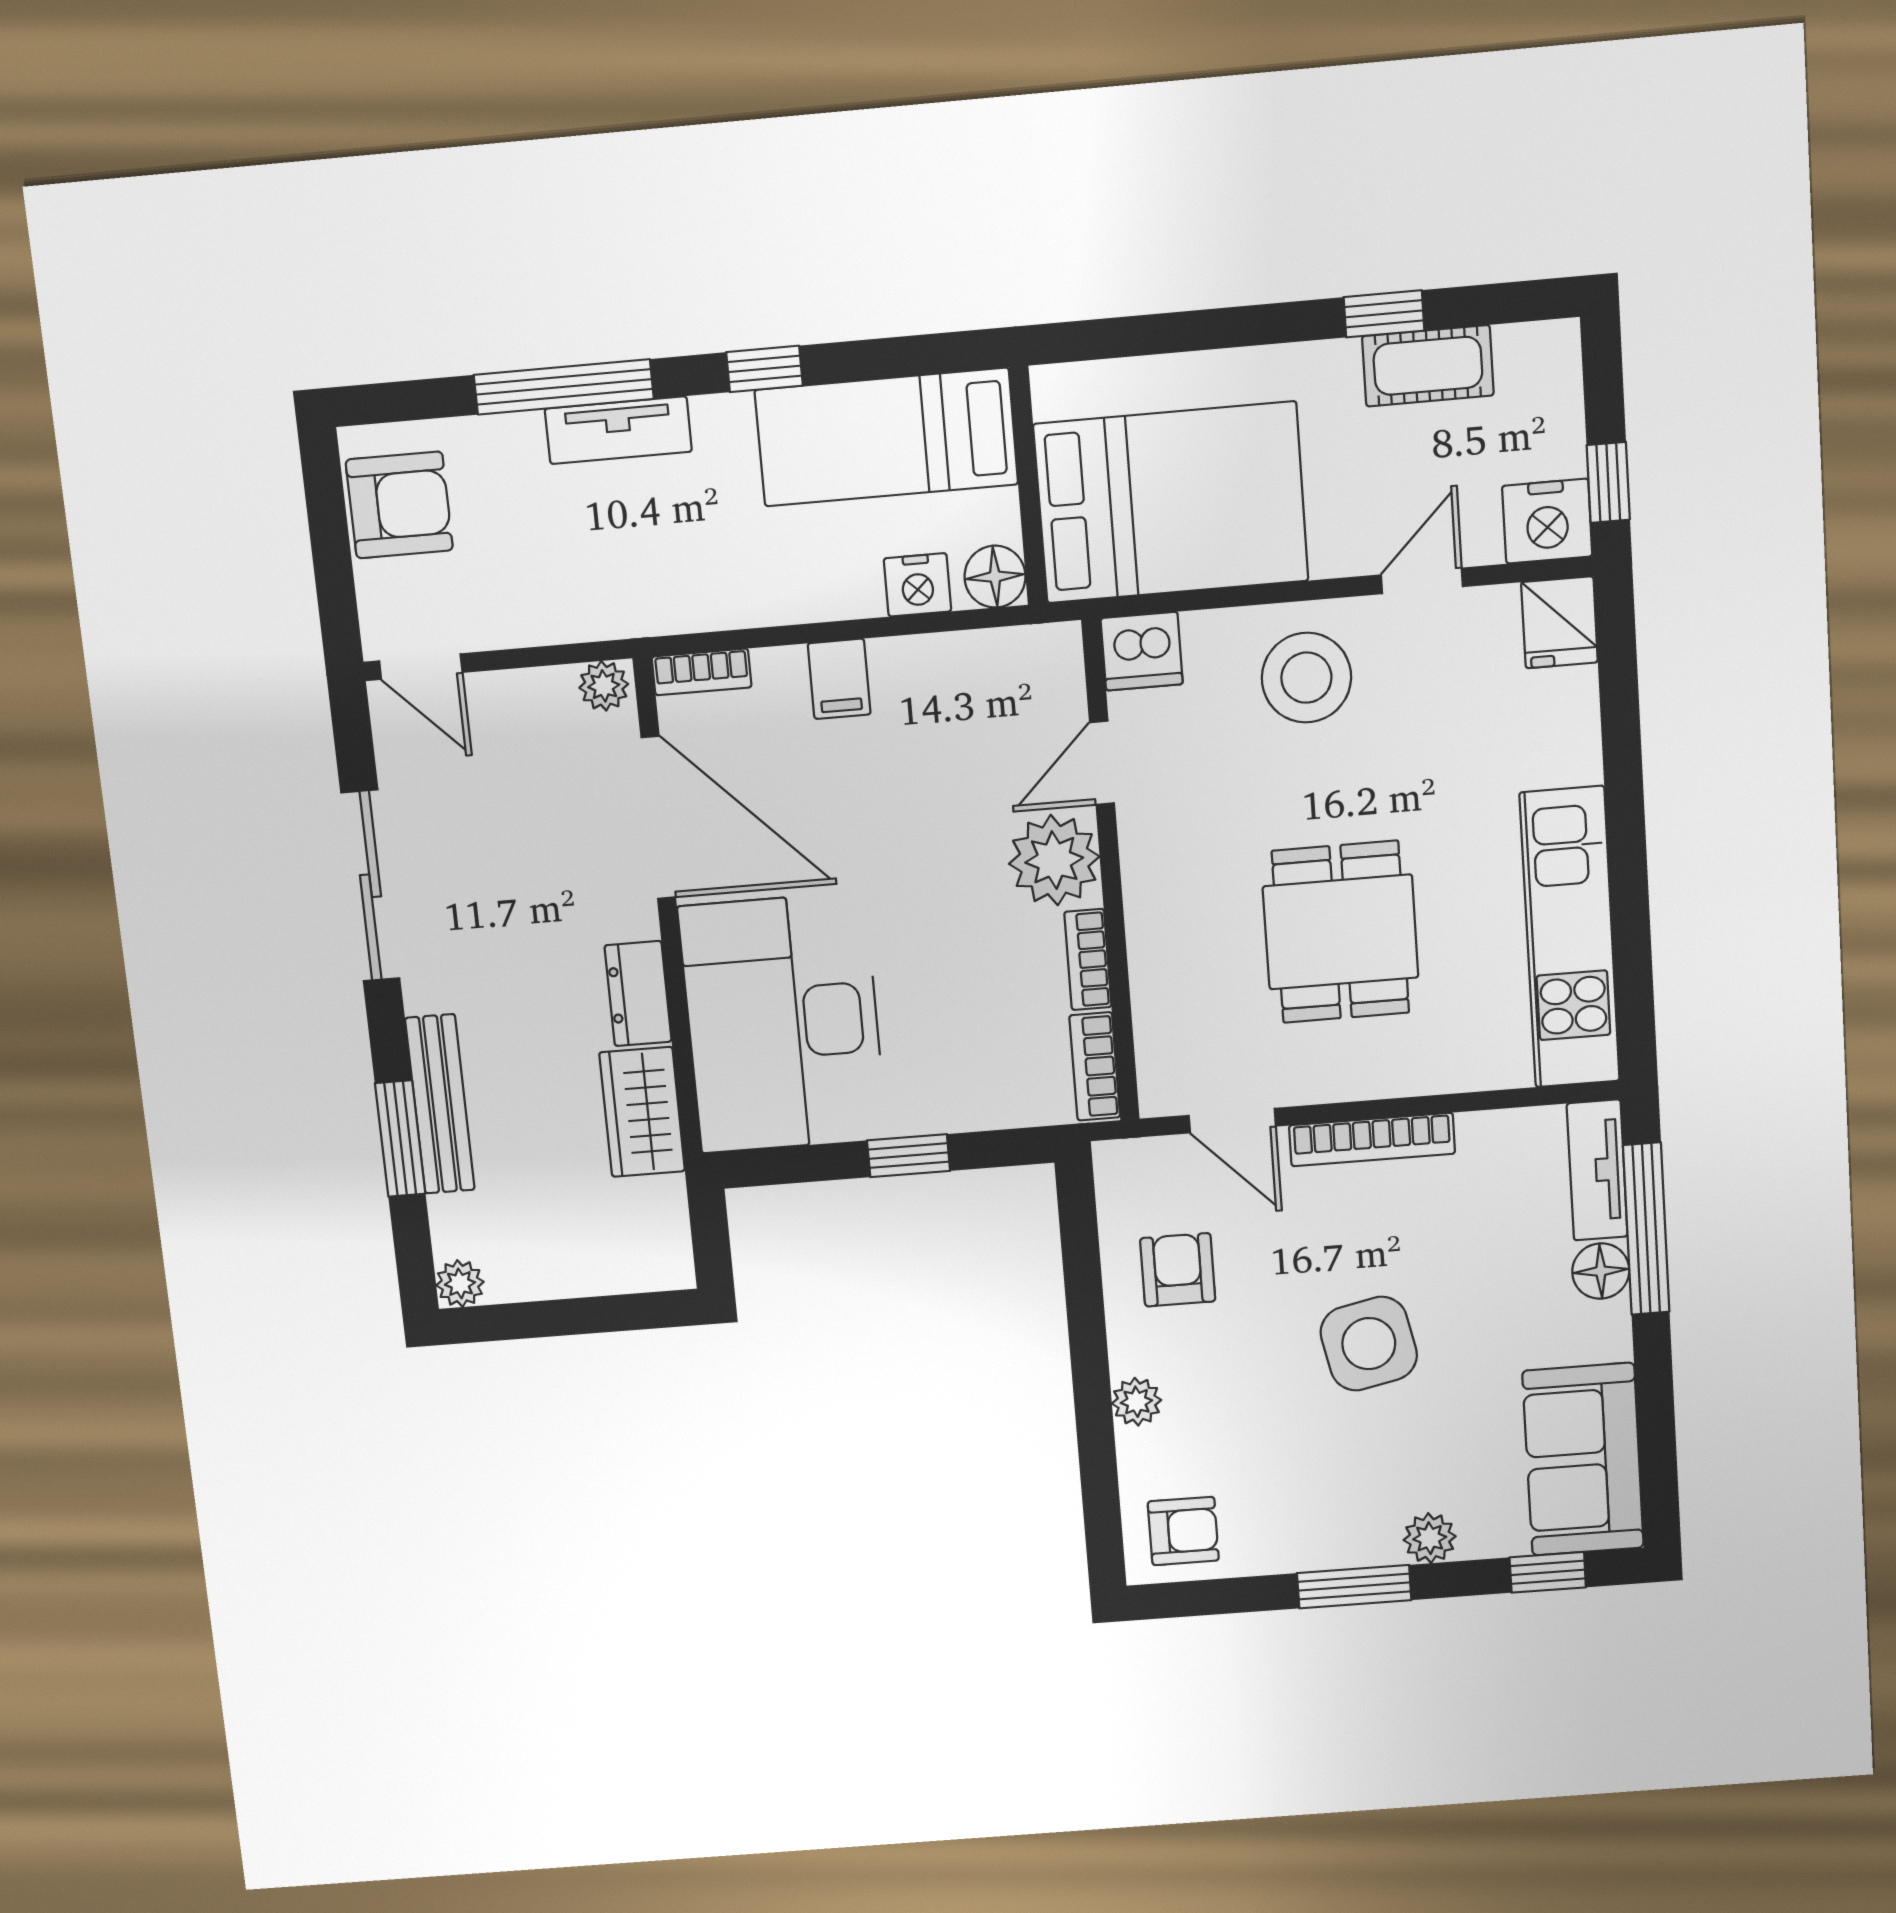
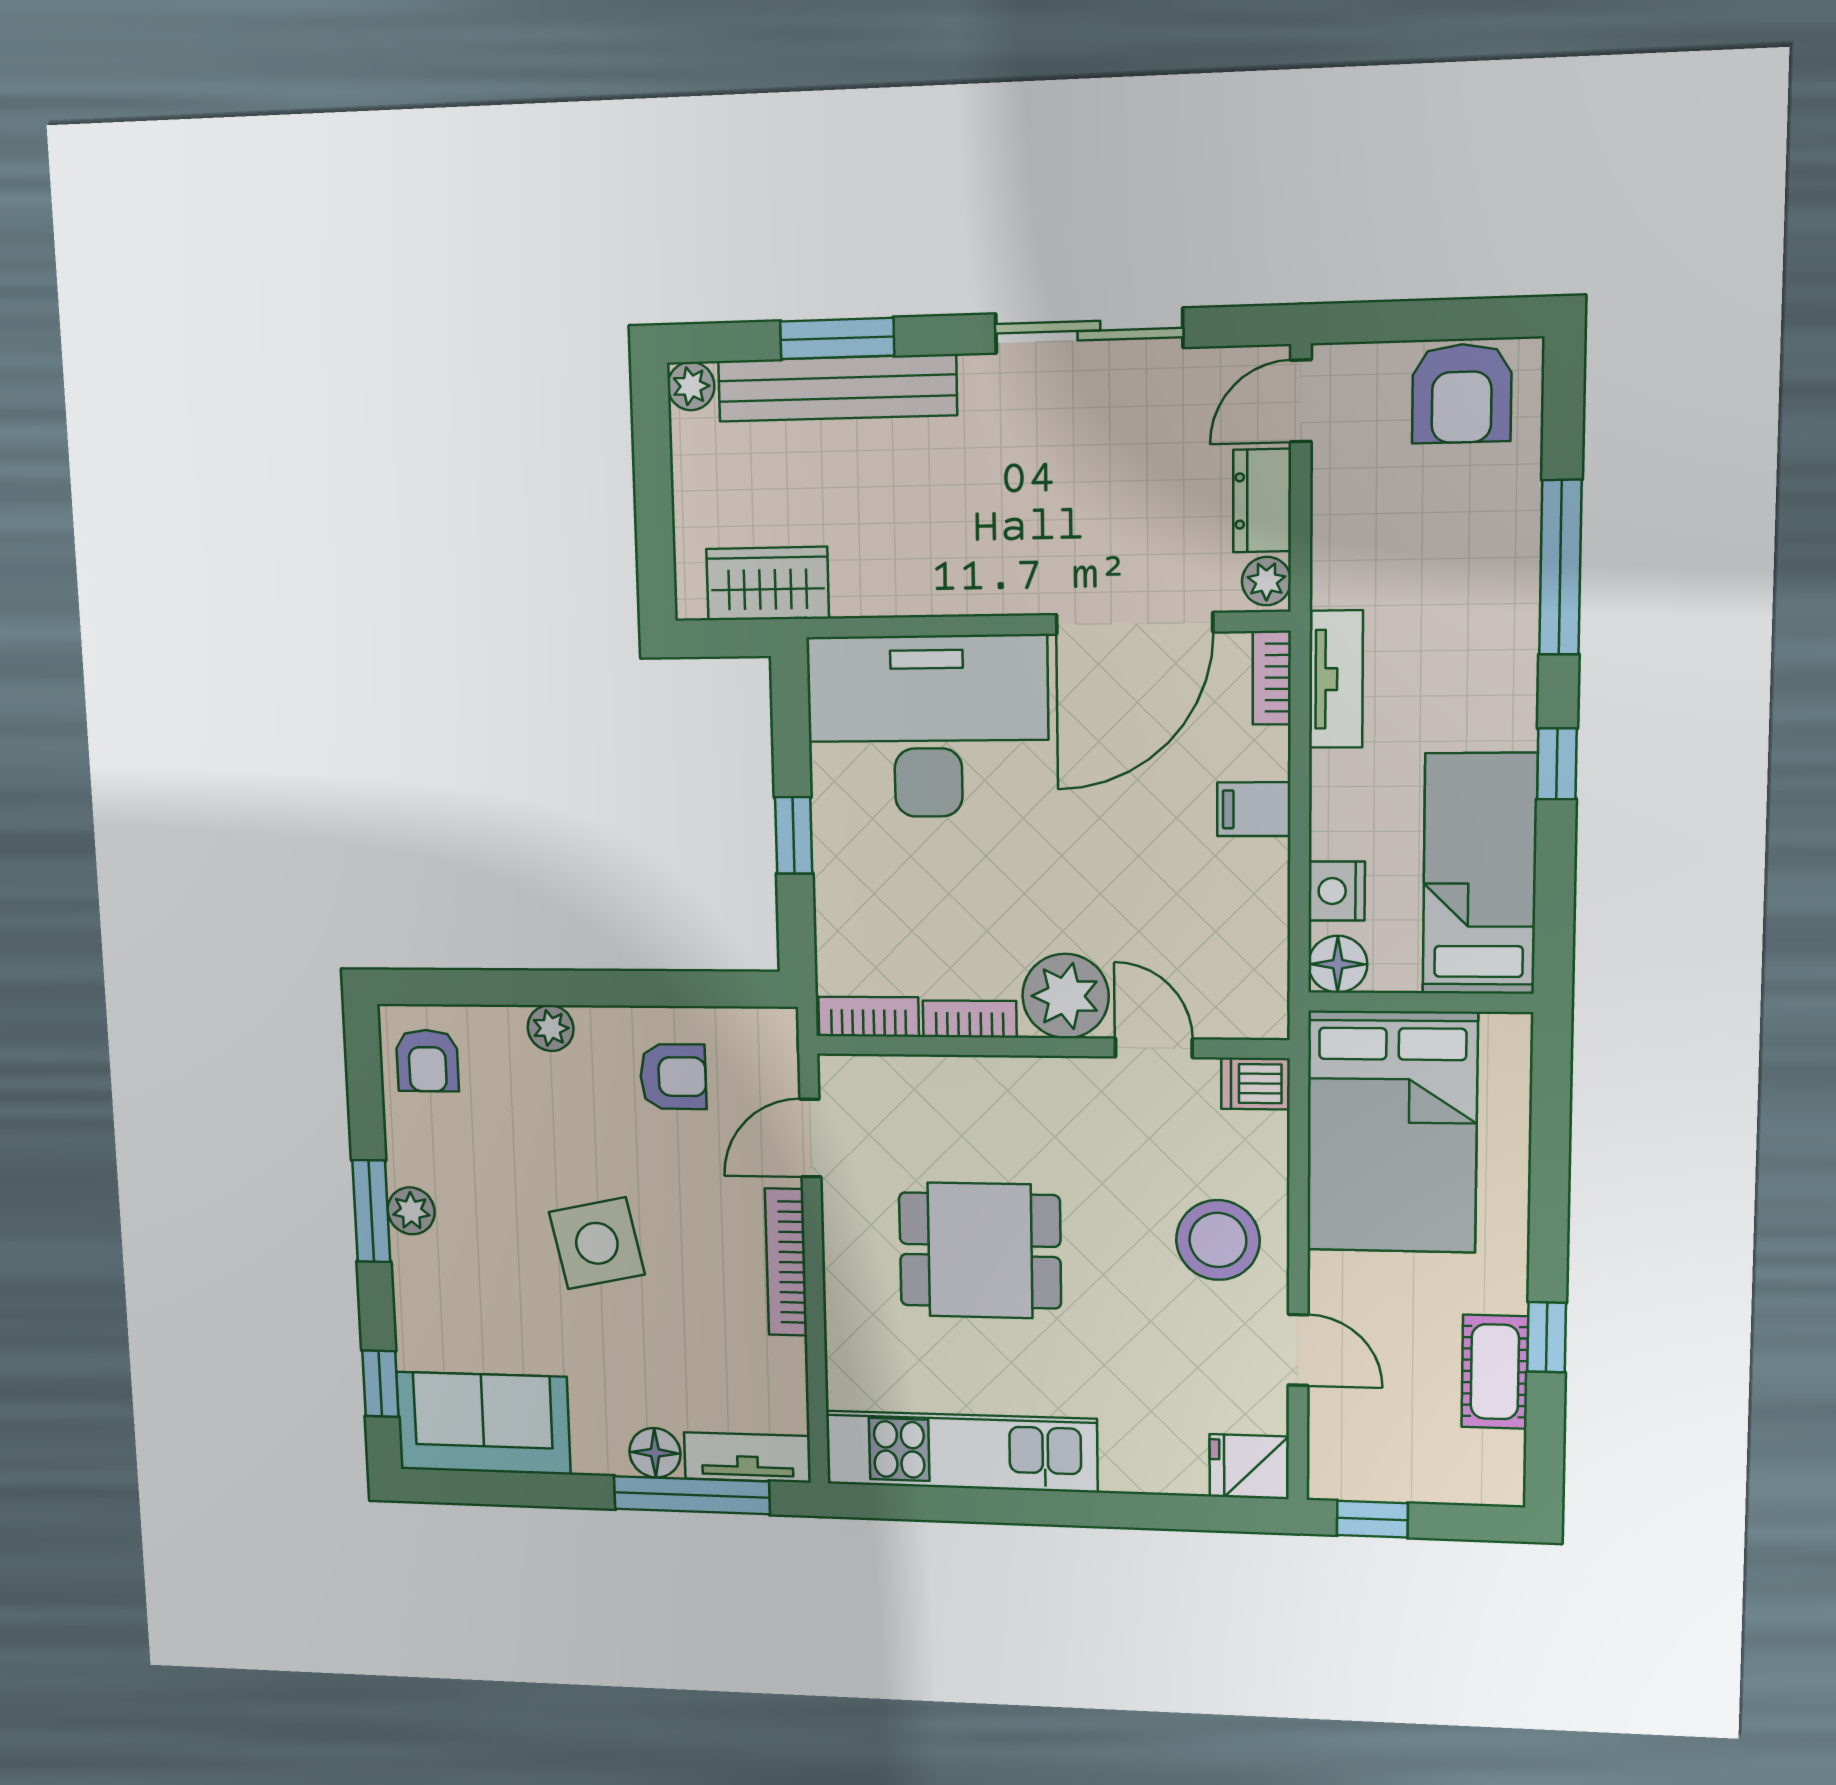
tv unit: (618, 430) -> (1336, 679), moved, turned 180
nightstand: (1547, 521) -> (1342, 1464), removed
dishwasher: (1142, 651) -> (1255, 1084), width x0.73
dresser: (638, 994) -> (1262, 501), moved, turned -90
bench: (440, 1104) -> (837, 388), width x1.37, depth x1.21
wardrobe: (642, 1112) -> (768, 584), moved
plant: (1430, 1538) -> (411, 1211), moved

